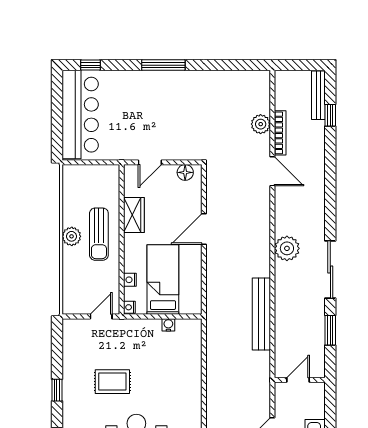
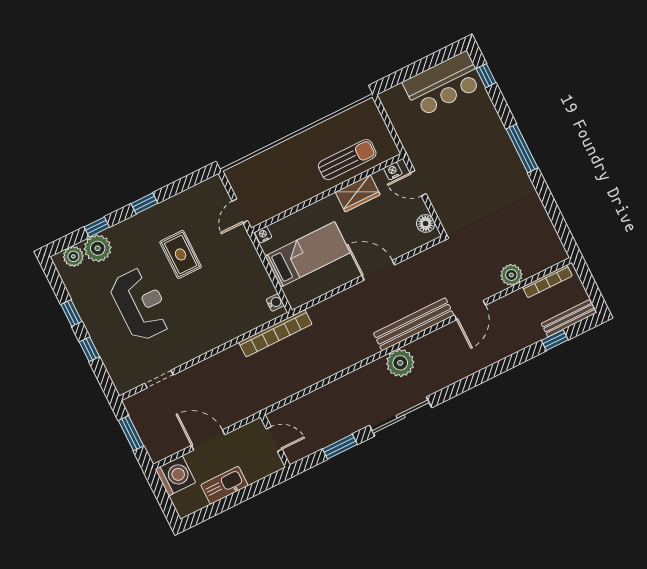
bar counter: (80, 115) -> (443, 84), width x0.73
bookcase: (280, 133) -> (547, 281), moved
sun lounger: (99, 234) -> (347, 160), moved, turned 180
plant: (72, 236) -> (305, 142), removed
nightstand: (130, 280) -> (393, 171), moved
bench: (261, 314) -> (414, 324), moved
door: (101, 317) -> (240, 211), swing flipped
water cooler: (168, 325) -> (275, 302), moved
bookcase: (213, 337) -> (275, 333), added

